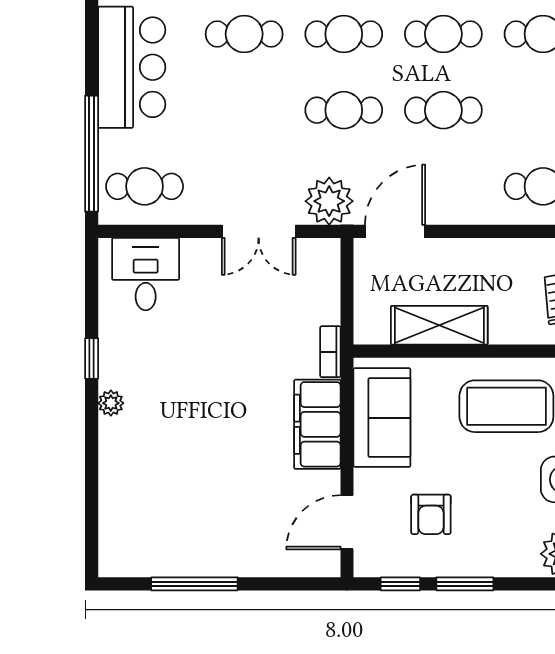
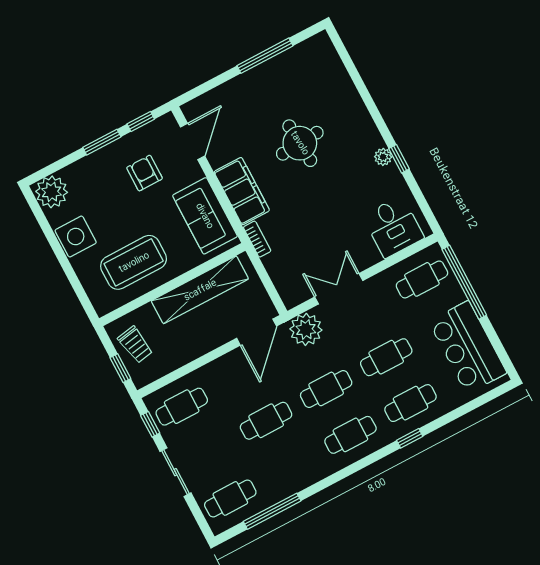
cafe table: (443, 34) -> (386, 357), moved
shelving: (439, 325) -> (200, 290), width x1.47
plant: (111, 403) -> (383, 157), moved
round table: (209, 447) -> (300, 143), added

